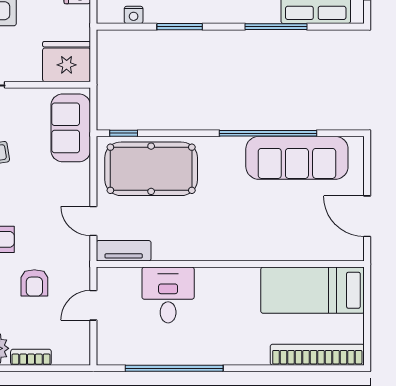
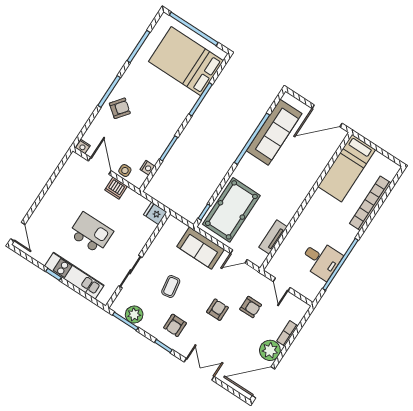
fridge: (67, 62) -> (155, 213), width x0.53, depth x0.75
sofa: (71, 128) -> (201, 248), moved
door: (367, 216) -> (327, 116), width x1.36
tv unit: (124, 251) -> (273, 237), moved
desk: (168, 295) -> (321, 260), moved, turned 180
bookcase: (317, 355) -> (370, 203), moved

